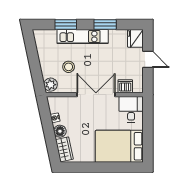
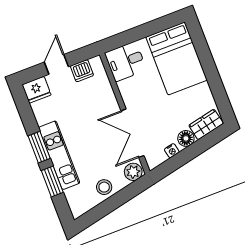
window: (105, 24) -> (39, 147), moved
stool: (69, 67) -> (104, 187), moved
dishwasher: (125, 86) -> (82, 71), moved, turned -90
double door: (96, 95) -> (132, 133), moved

